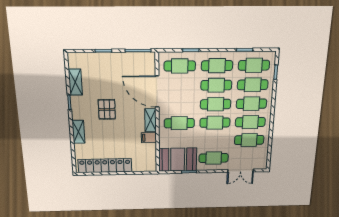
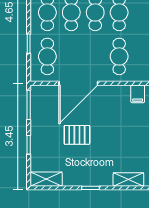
shelving: (75, 82) -> (46, 179), moved
pallet: (107, 109) -> (77, 135), moved
shelving: (151, 120) -> (115, 92), removed

